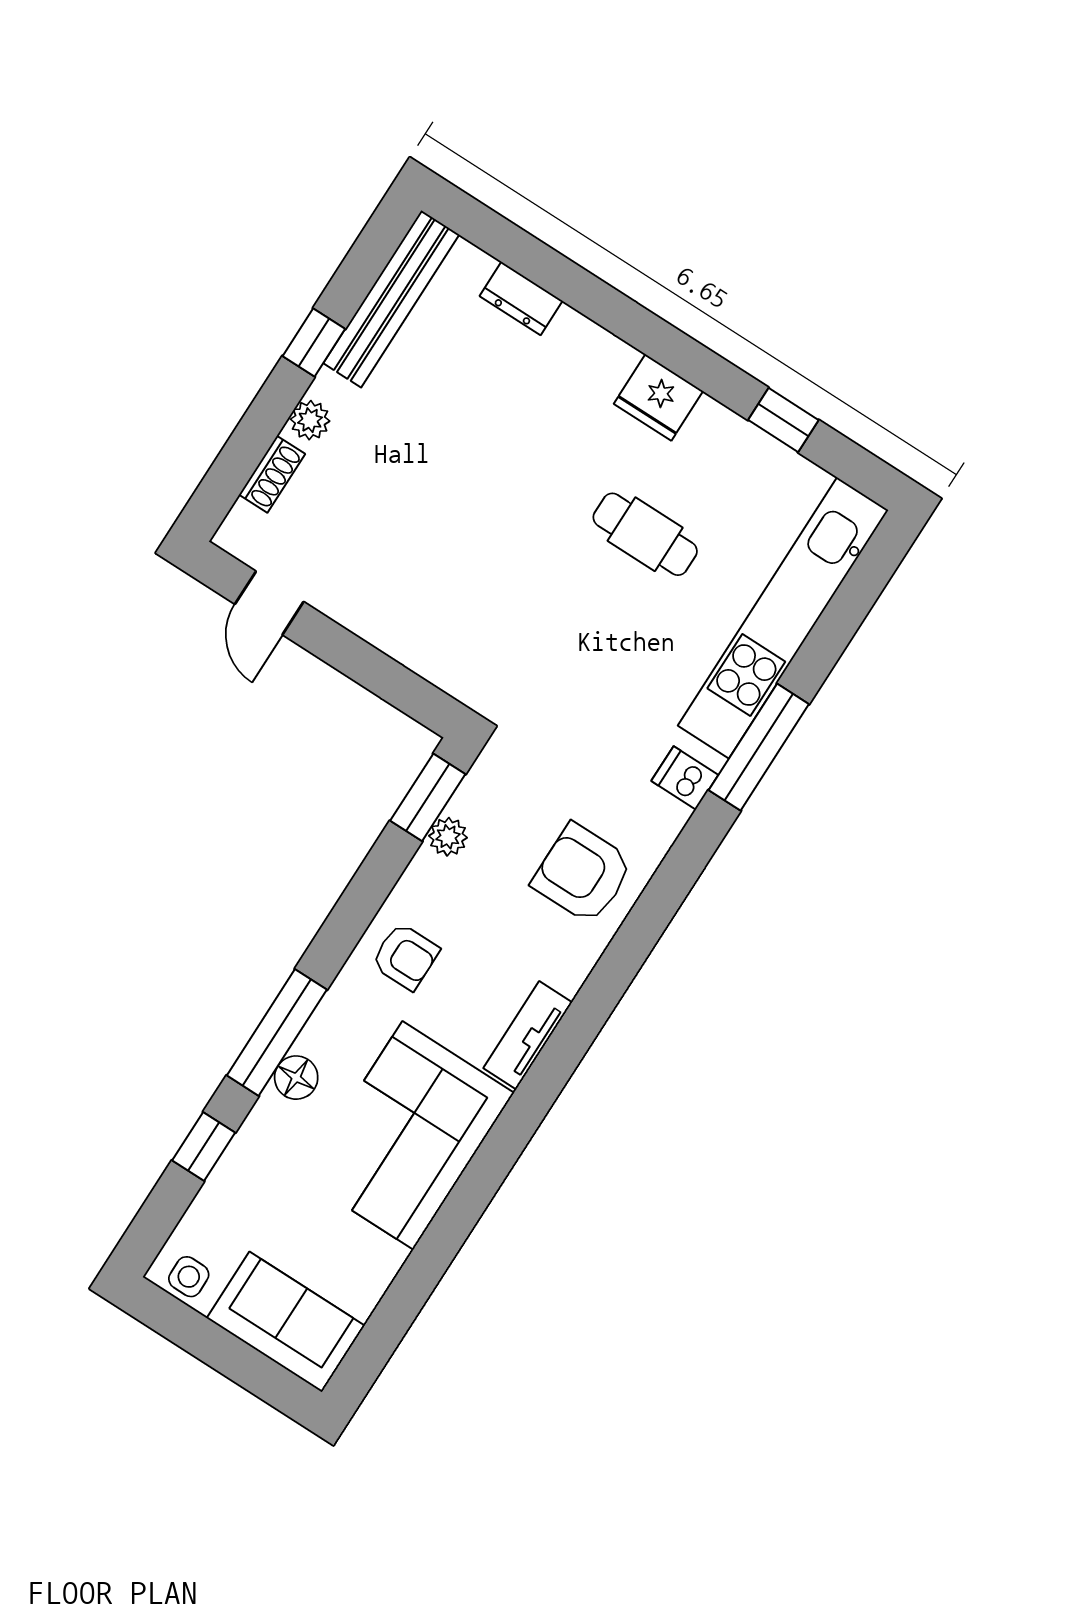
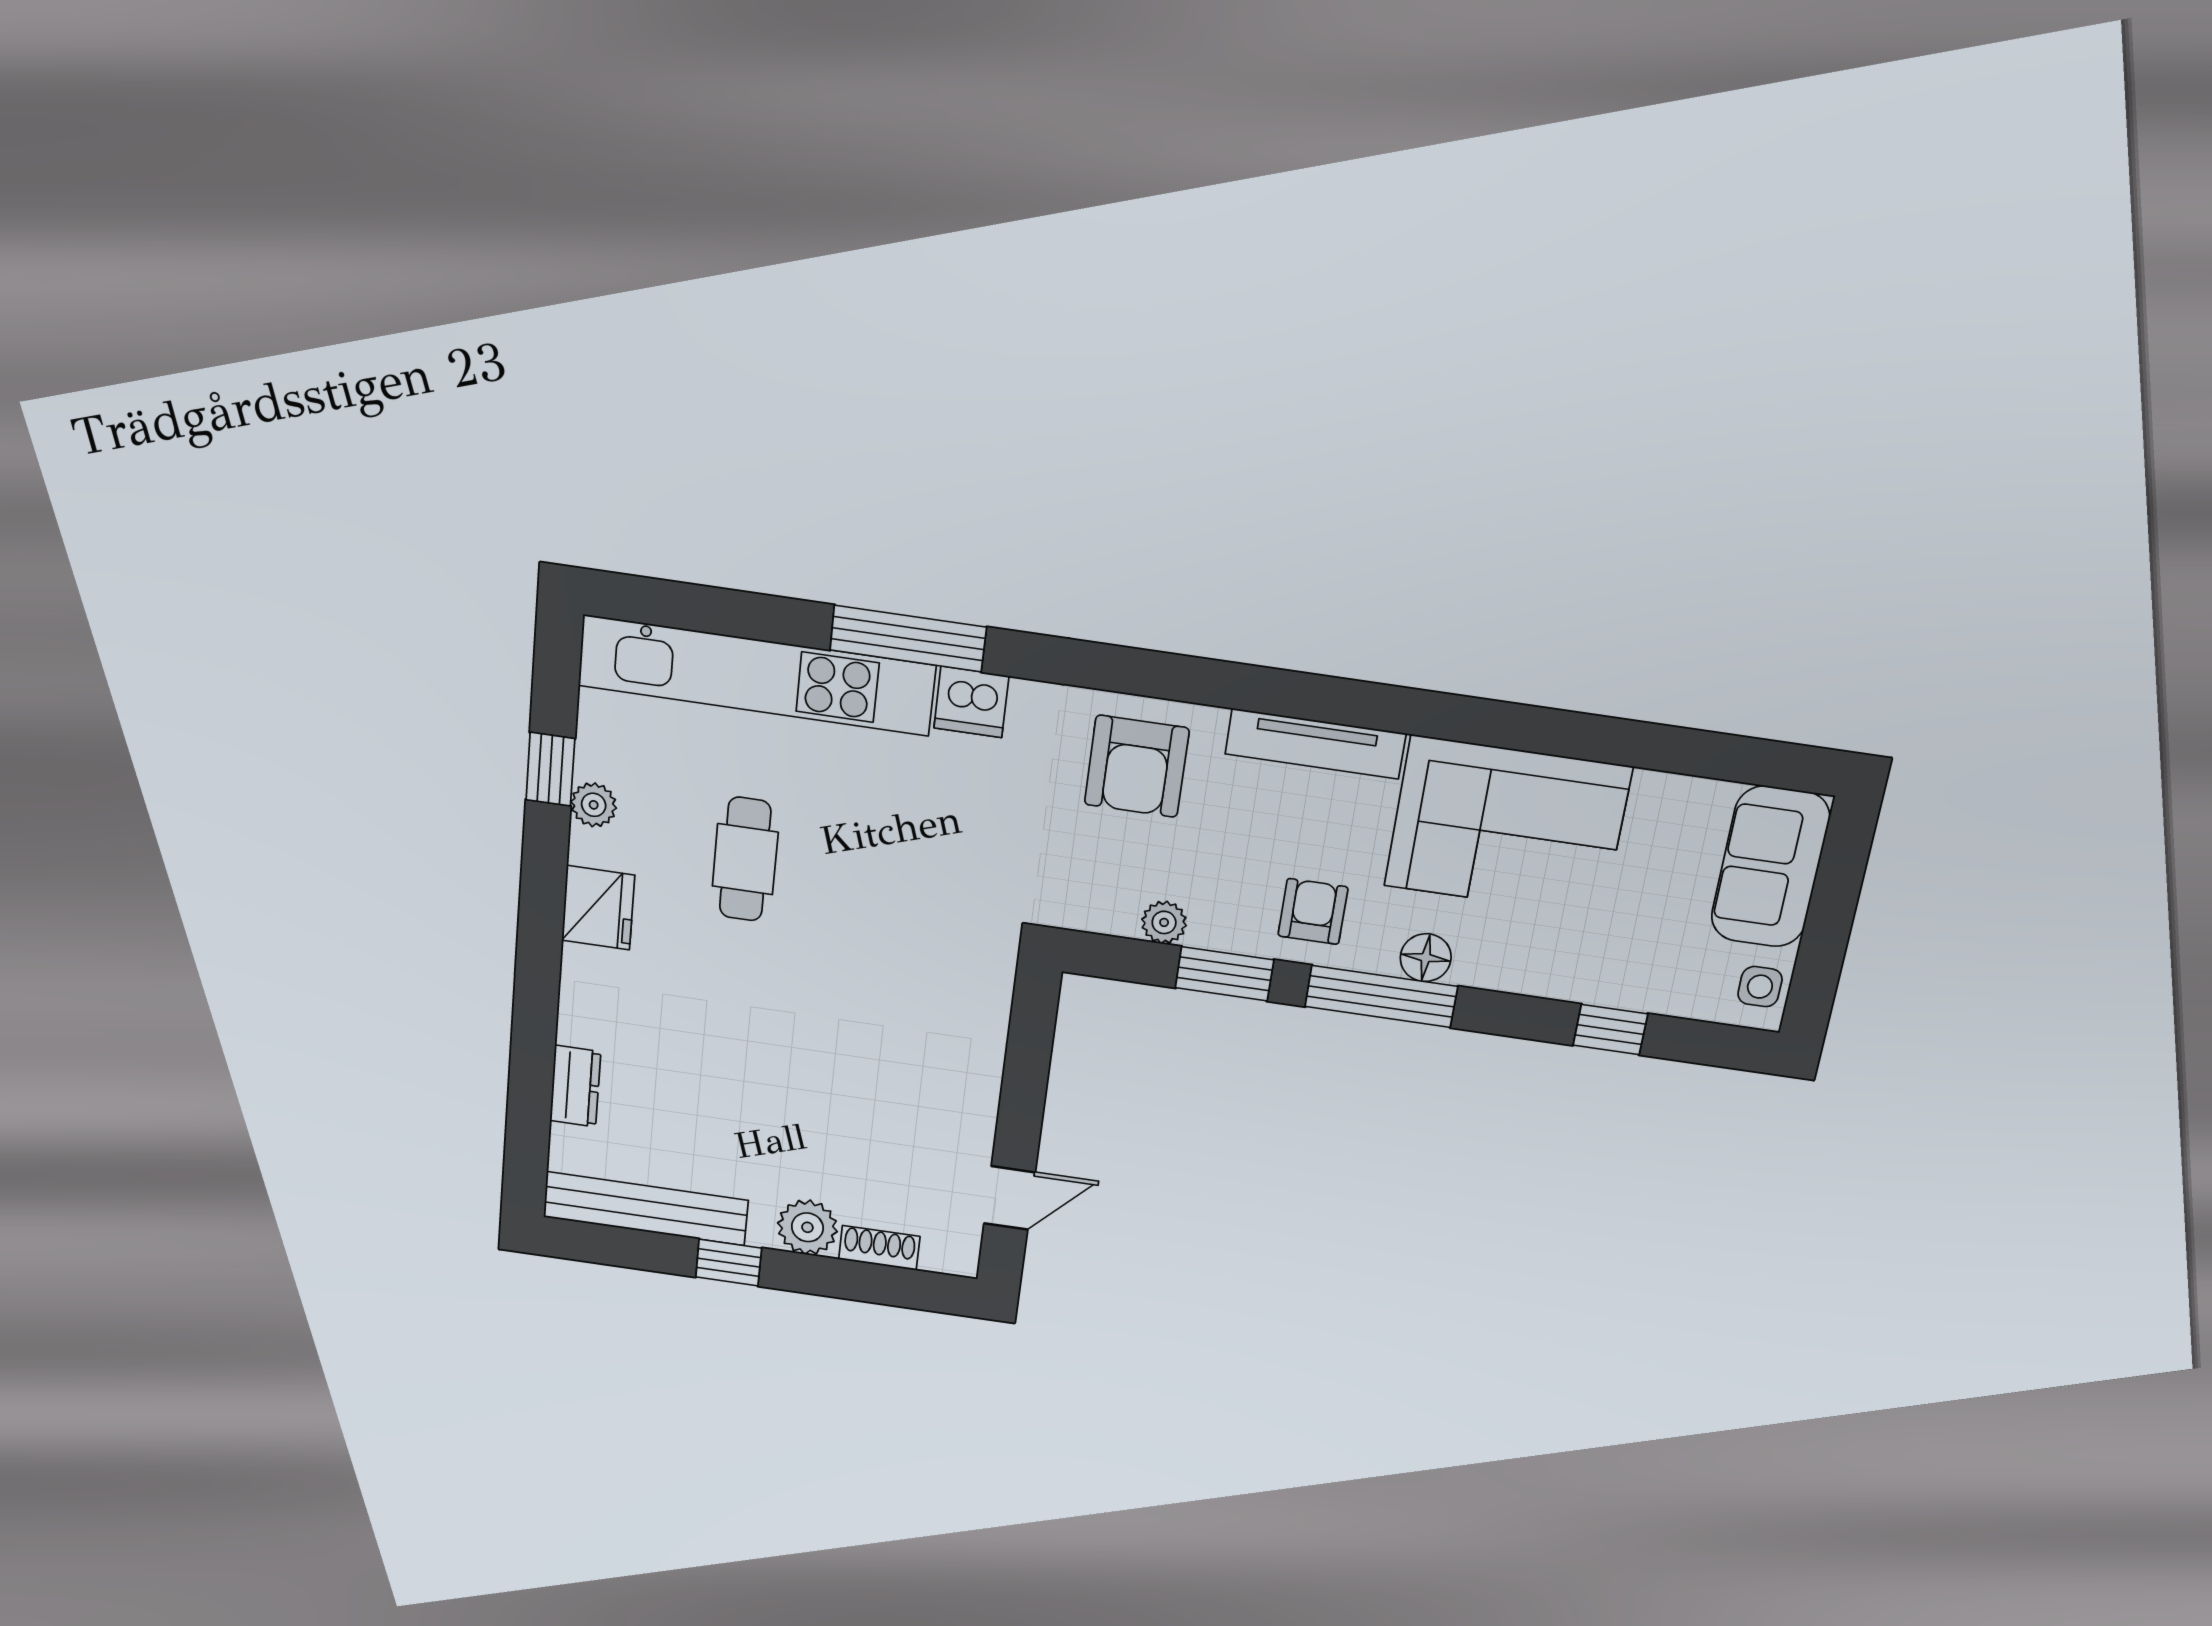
plant: (310, 420) -> (807, 1227), width x1.38, depth x1.38
plant: (741, 439) -> (594, 805), added
dishwasher: (685, 778) -> (971, 702), width x1.38
window: (428, 797) -> (1224, 974), moved
window: (277, 1033) -> (1381, 996), moved
tv unit: (528, 1035) -> (1315, 744), width x1.41
floor lamp: (296, 1078) -> (1426, 958), moved

